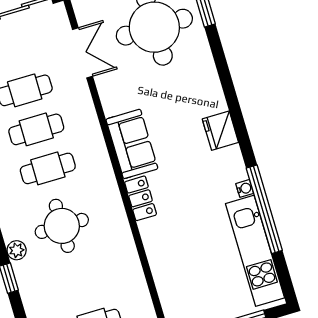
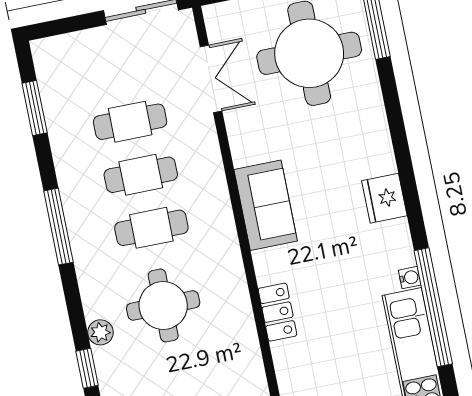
locker: (141, 198) -> (277, 312), moved

